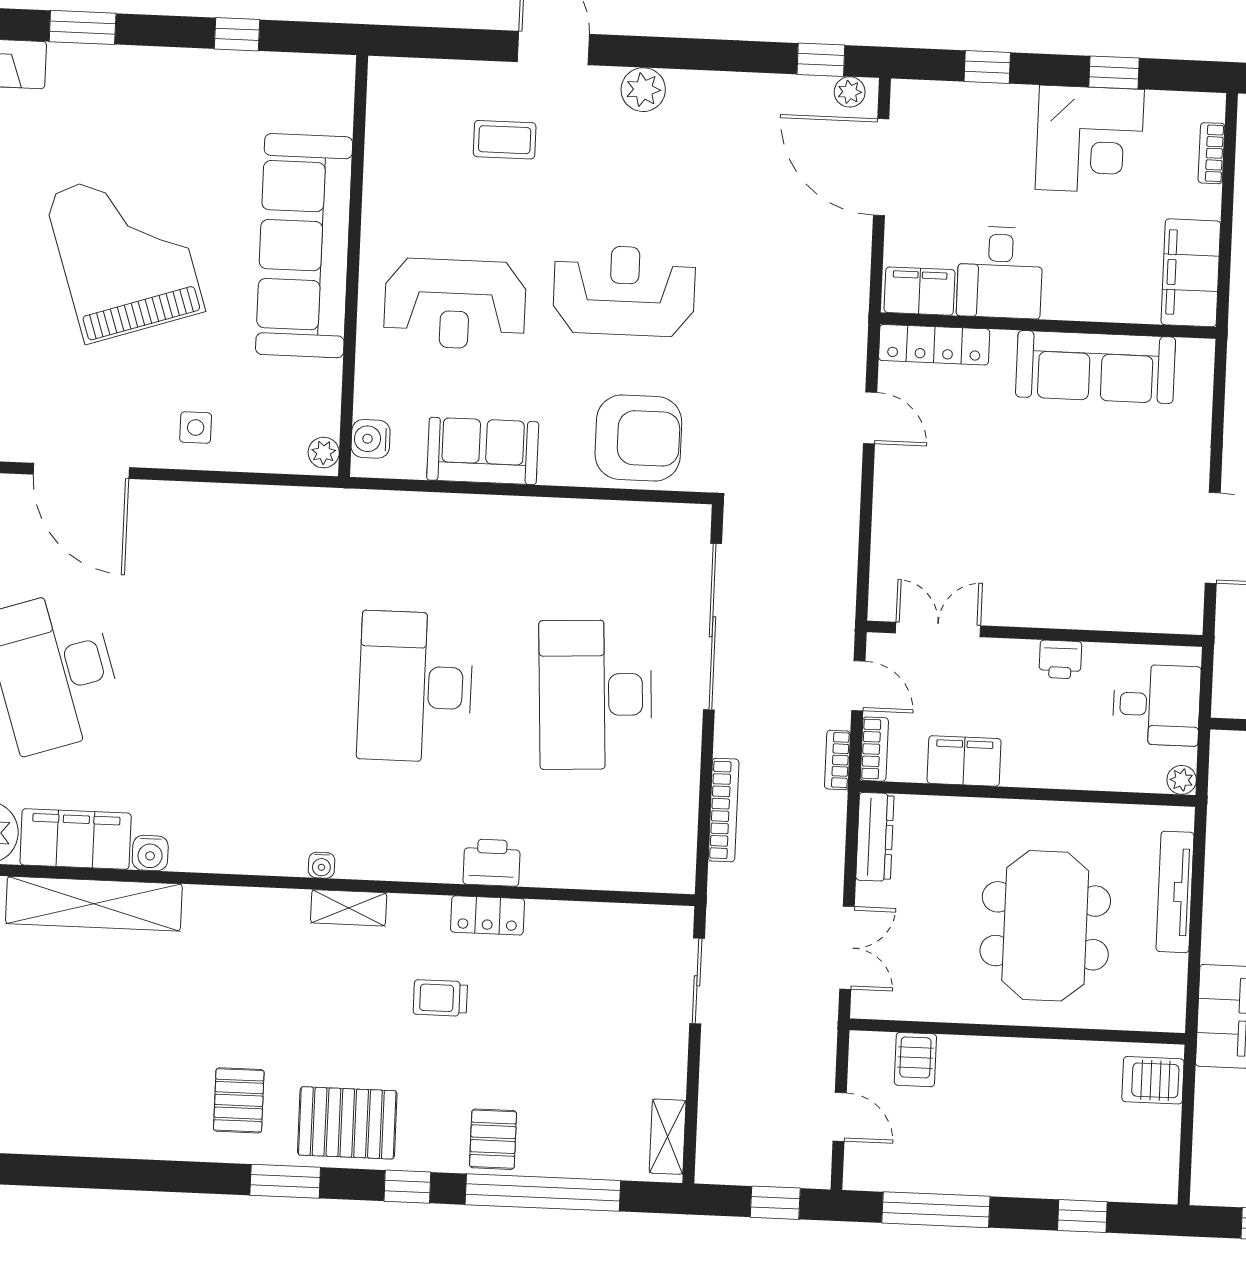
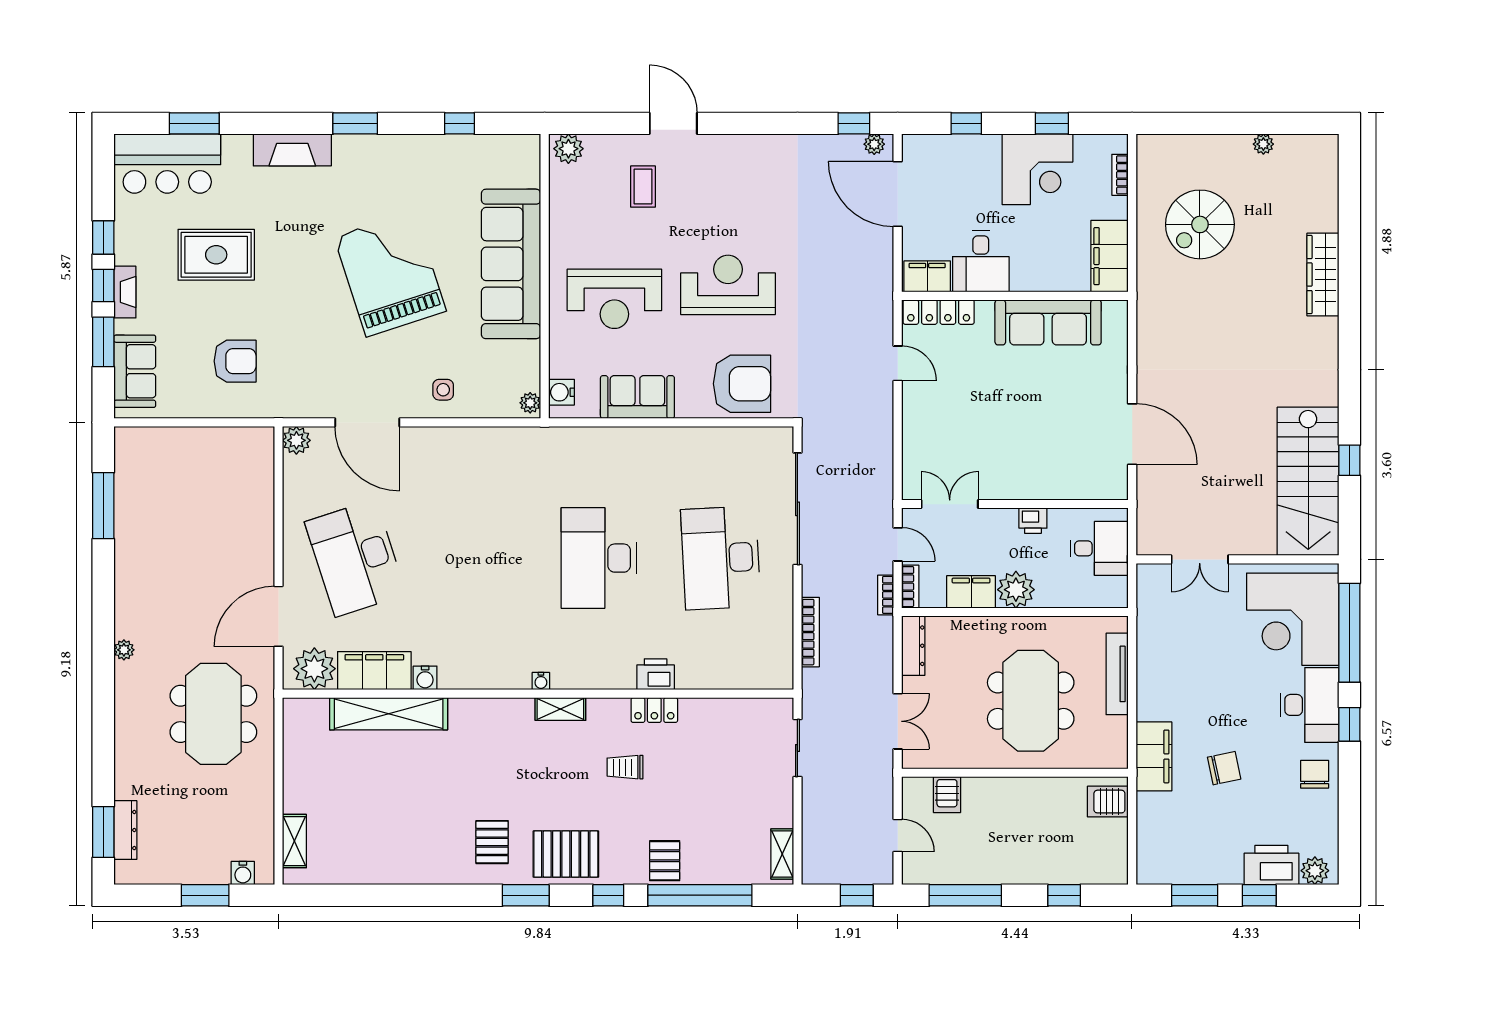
plant: (643, 90) -> (568, 149), moved
coffee table: (505, 140) -> (643, 187), turned 90
plant: (1182, 780) -> (1016, 590), moved, width x1.88, depth x1.88

